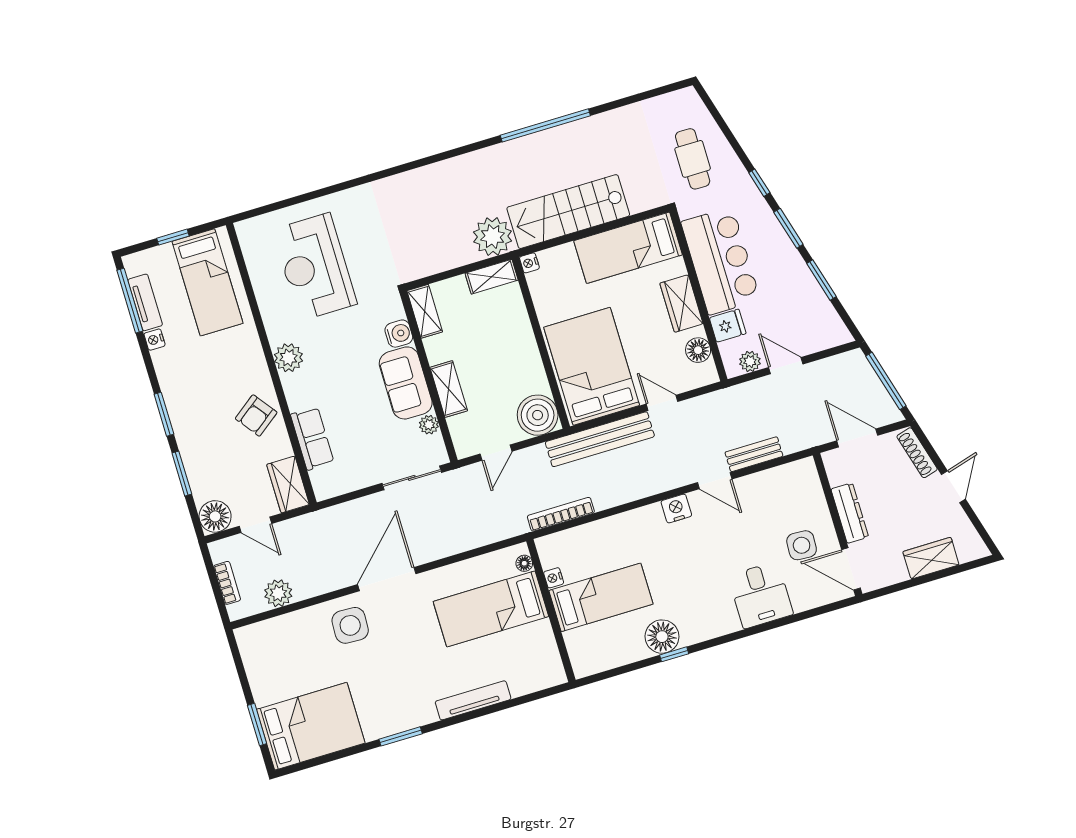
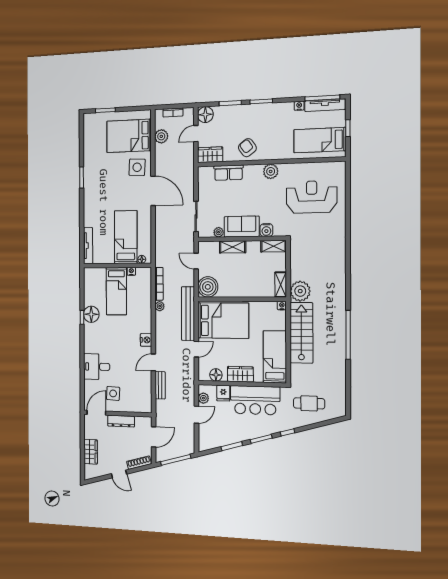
tv unit: (145, 302) -> (325, 105), width x1.41
plant: (603, 500) -> (160, 306), added
tv unit: (473, 700) -> (88, 246), moved
bed: (311, 726) -> (129, 136), moved, turned 90

